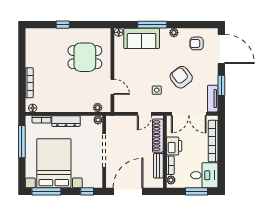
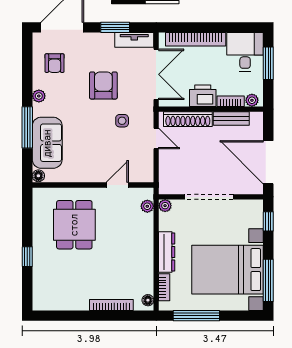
armchair: (181, 77) -> (103, 85), turned 128

